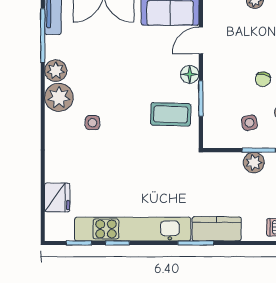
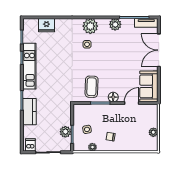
door: (201, 40) -> (132, 103), hinge flipped
plant: (59, 97) -> (90, 26), moved
kitchen unit: (133, 229) -> (29, 66), width x0.73

